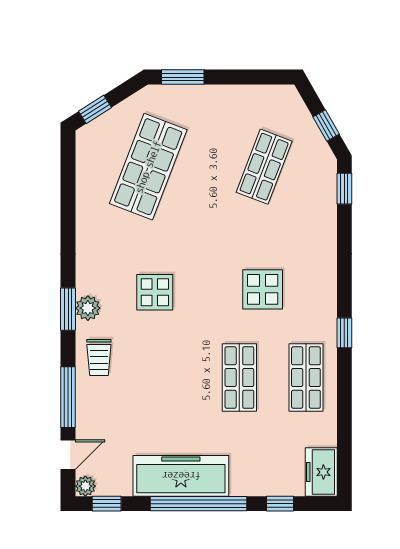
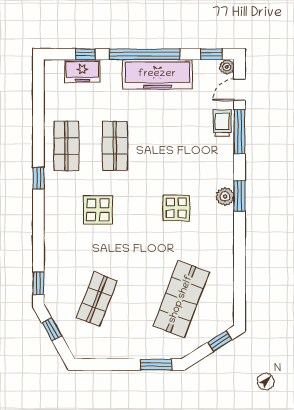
trolley: (99, 357) -> (222, 123), moved
freezer: (321, 472) -> (82, 71), moved, turned 90

